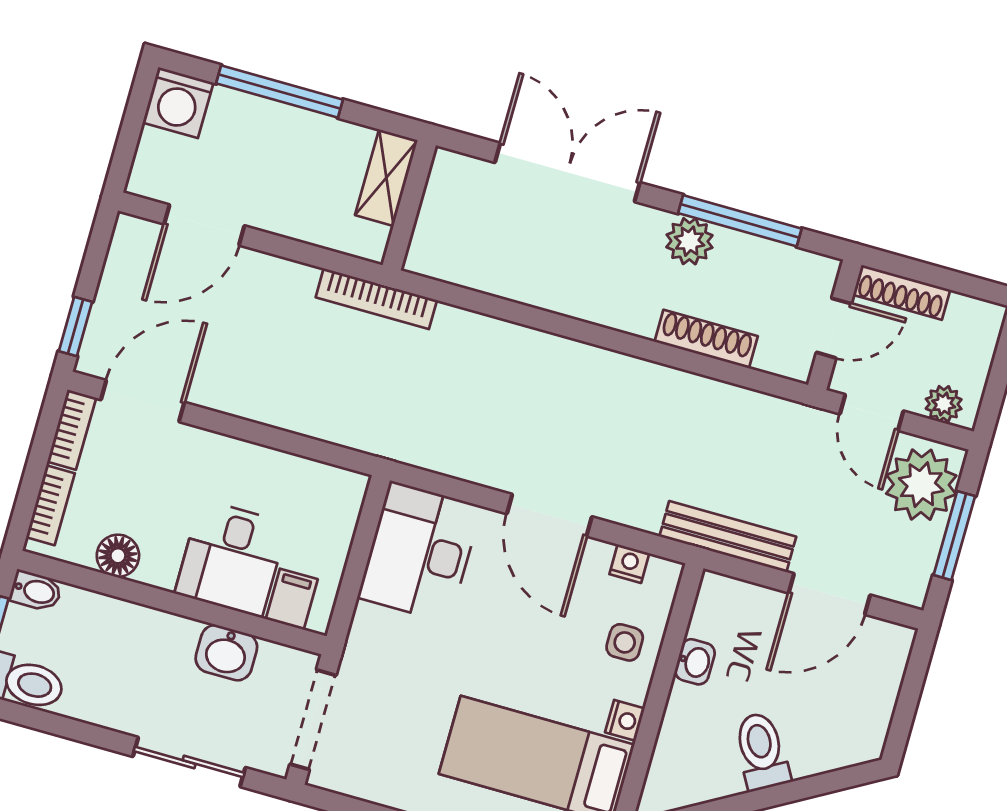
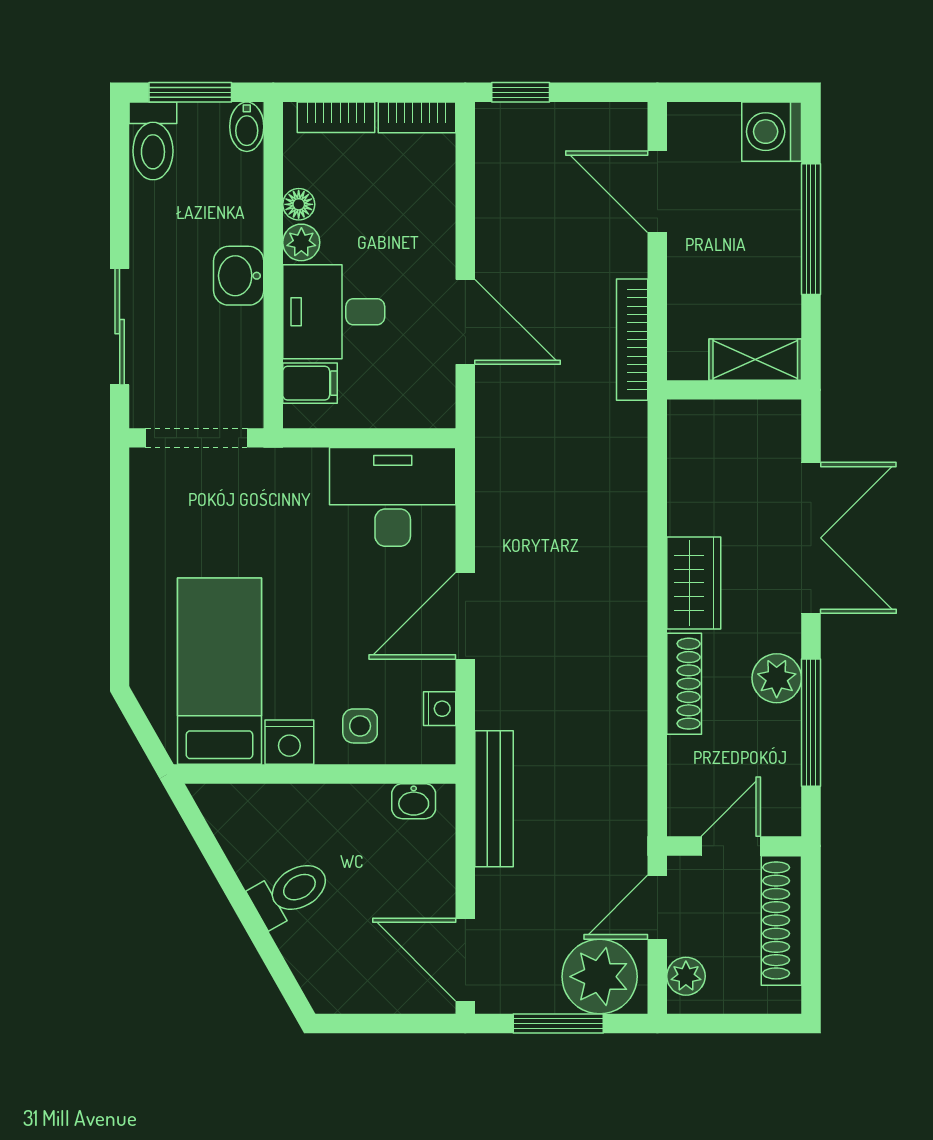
shoe rack: (902, 292) -> (781, 920), width x1.36, depth x1.24
wardrobe: (579, 294) -> (694, 583), added
bookcase: (376, 299) -> (632, 340), moved
door: (834, 328) -> (731, 846), swing flipped
shoe rack: (706, 339) -> (684, 684), moved
door: (143, 401) -> (465, 322), moved
floor lamp: (118, 556) -> (299, 204), width x0.73, depth x0.73
plant: (158, 570) -> (301, 242), added
door: (829, 594) -> (465, 960), moved
washbasin: (226, 653) -> (239, 276), moved
washbasin: (695, 662) -> (414, 801), moved
nightstand: (625, 720) -> (289, 742), width x1.39, depth x1.35

